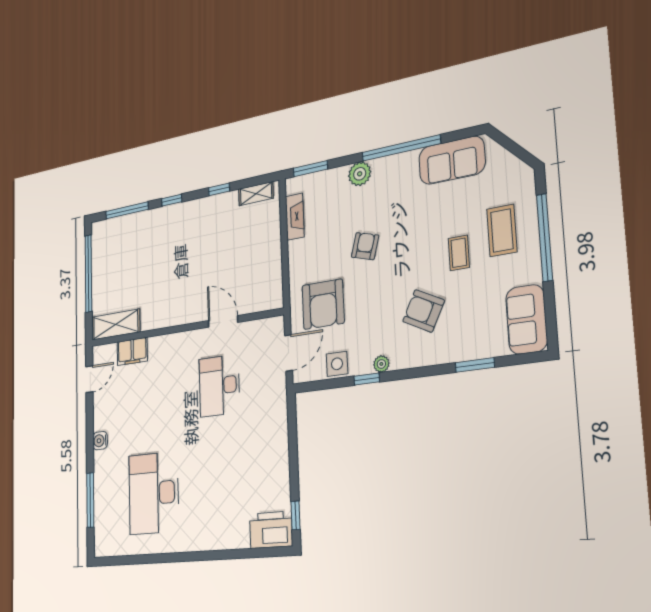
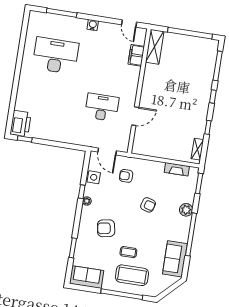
coffee table: (502, 230) -> (132, 275), width x1.36, depth x1.32
armchair: (323, 304) -> (126, 176), width x0.53, depth x0.53
armchair: (424, 311) -> (106, 228), turned -127

